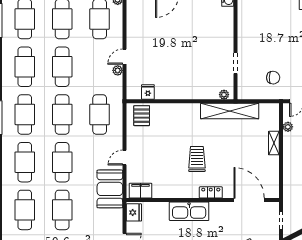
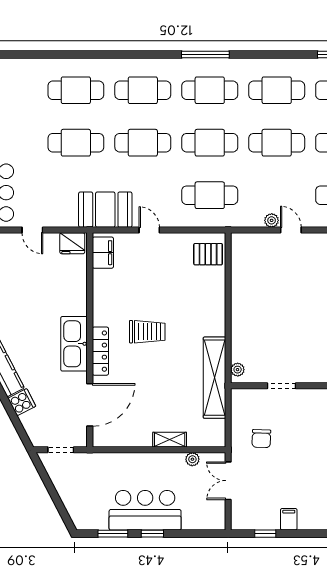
fridge: (148, 92) -> (241, 263), removed
locker: (211, 192) -> (100, 351), width x1.53
kitchen sink: (189, 211) -> (74, 344), moved

